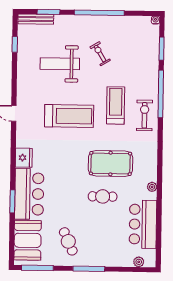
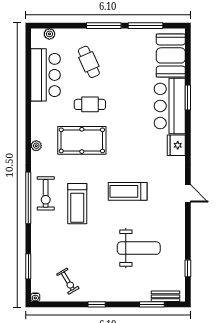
window: (99, 13) -> (97, 304), width x0.32
bench: (36, 19) -> (166, 296), width x0.73
exercise bike: (100, 54) -> (68, 281), moved
window: (161, 94) -> (28, 198), moved
treadmill: (69, 116) -> (128, 191), width x0.73, depth x0.73
plant: (152, 187) -> (36, 146), moved
cafe table: (68, 241) -> (89, 62), moved
window: (37, 268) -> (145, 26), moved

